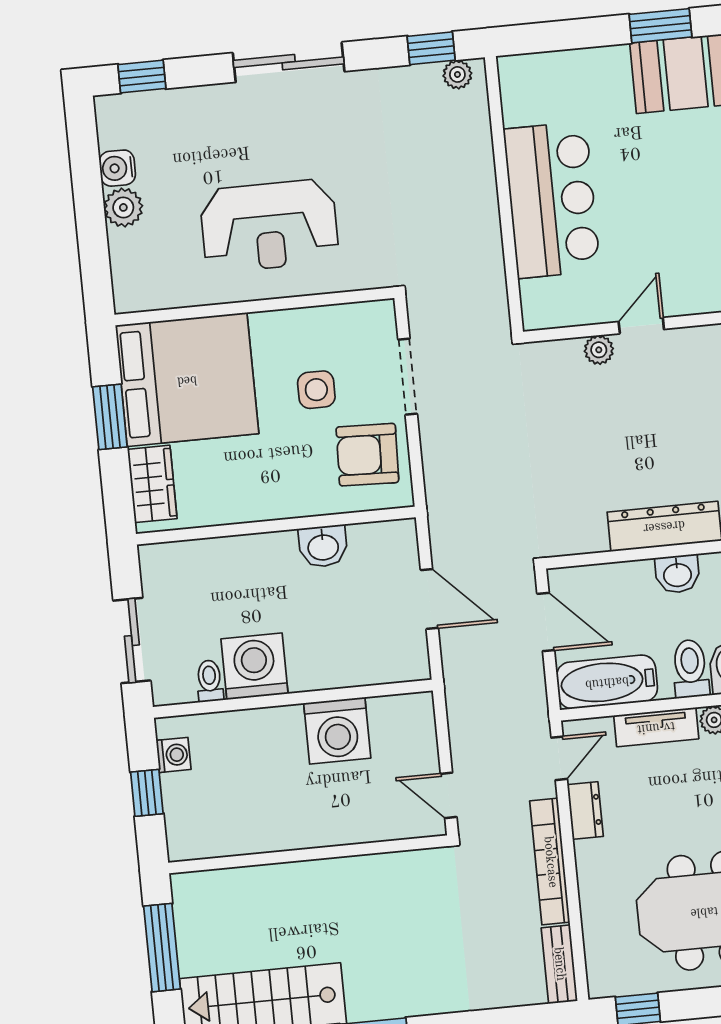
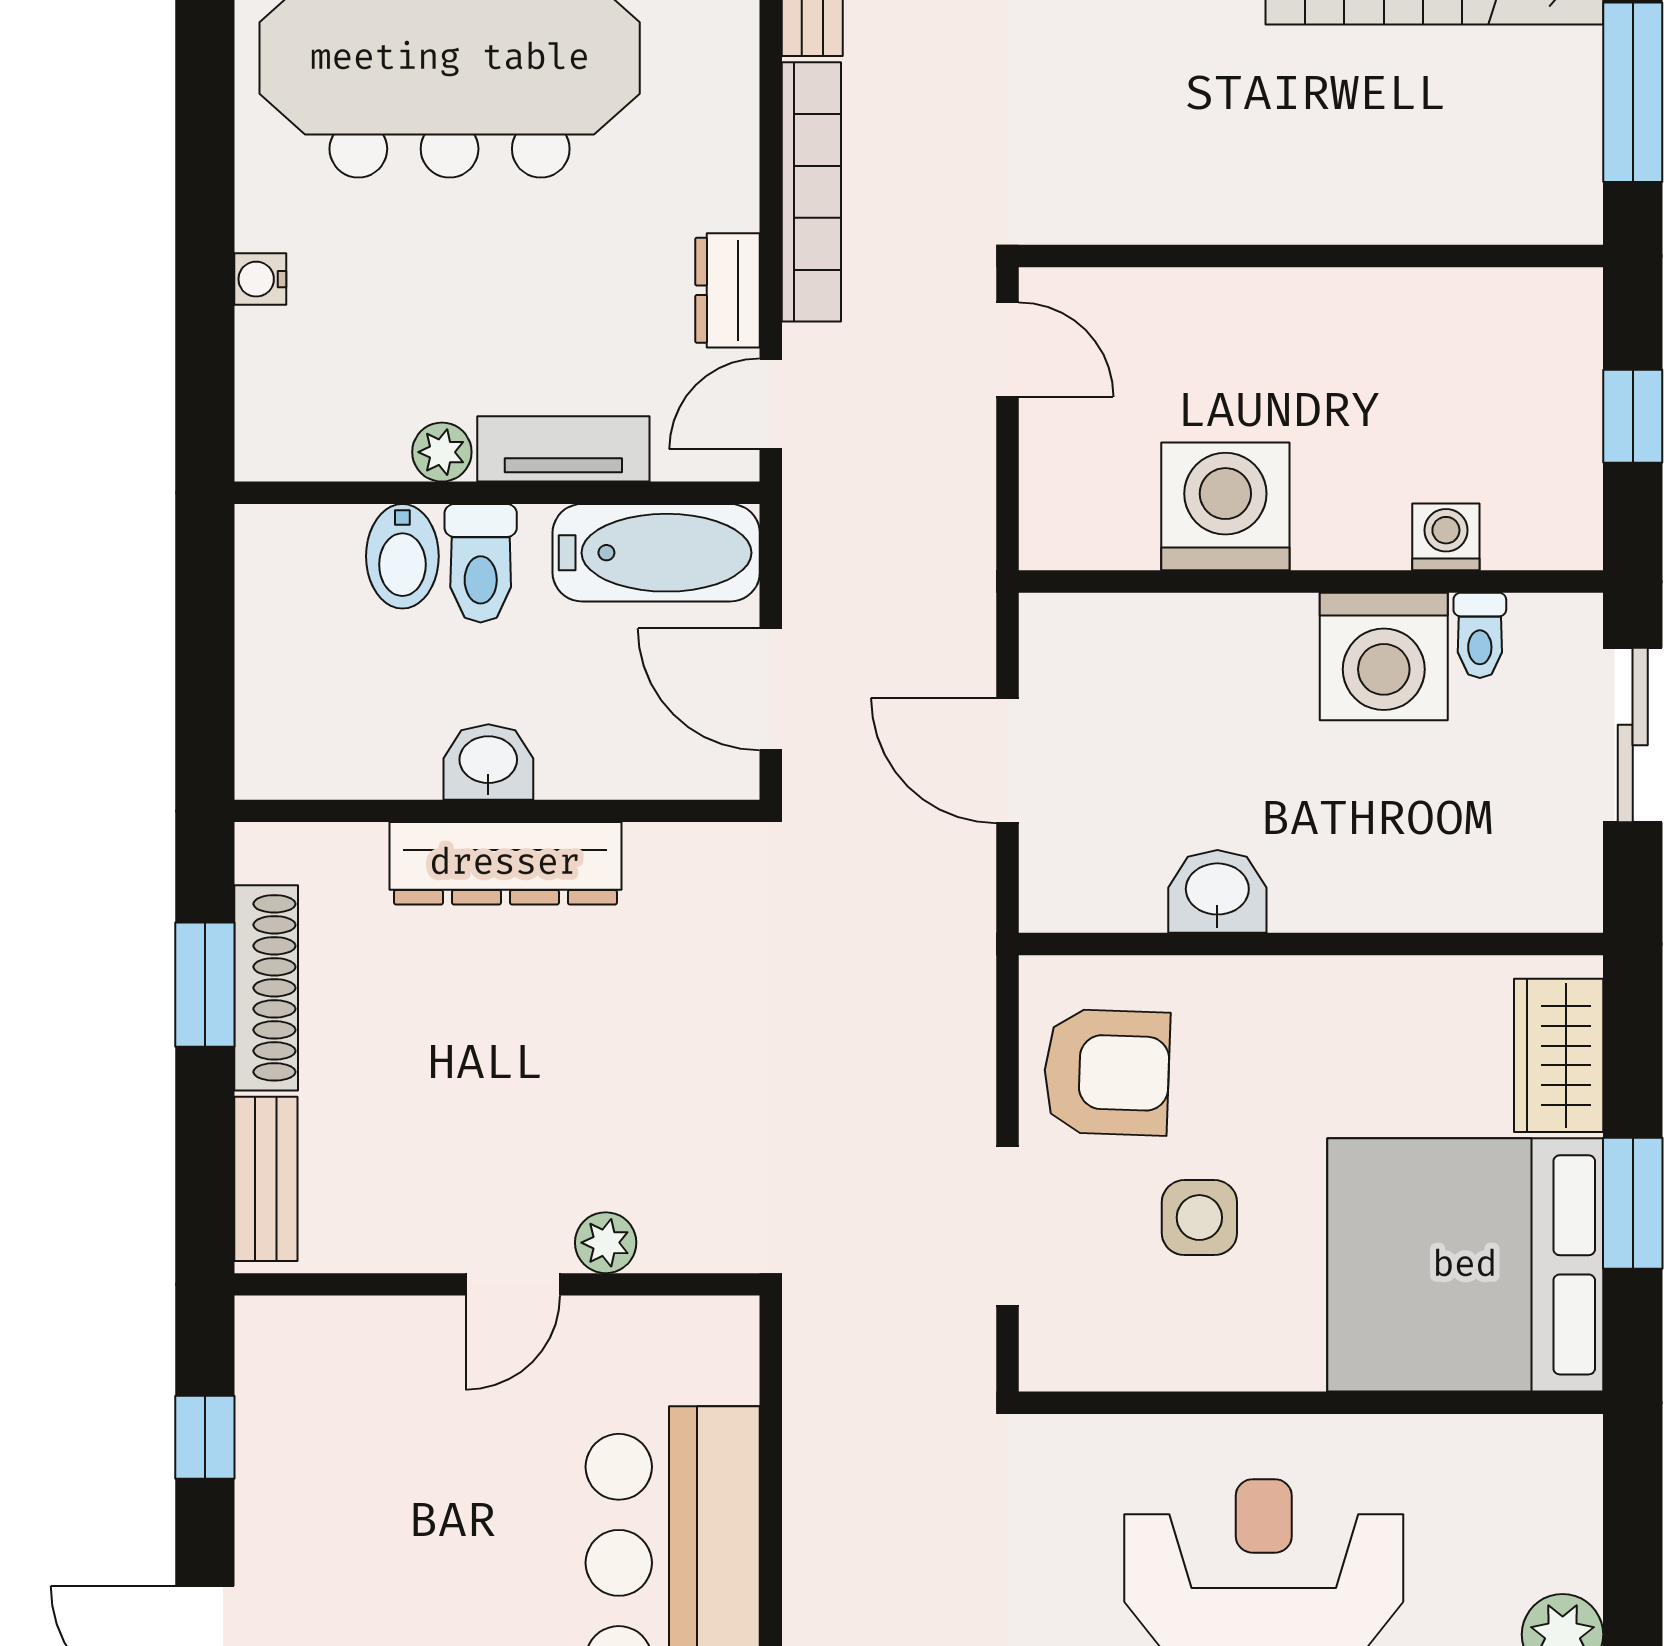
washing machine: (174, 755) -> (1446, 537), moved, turned 90

